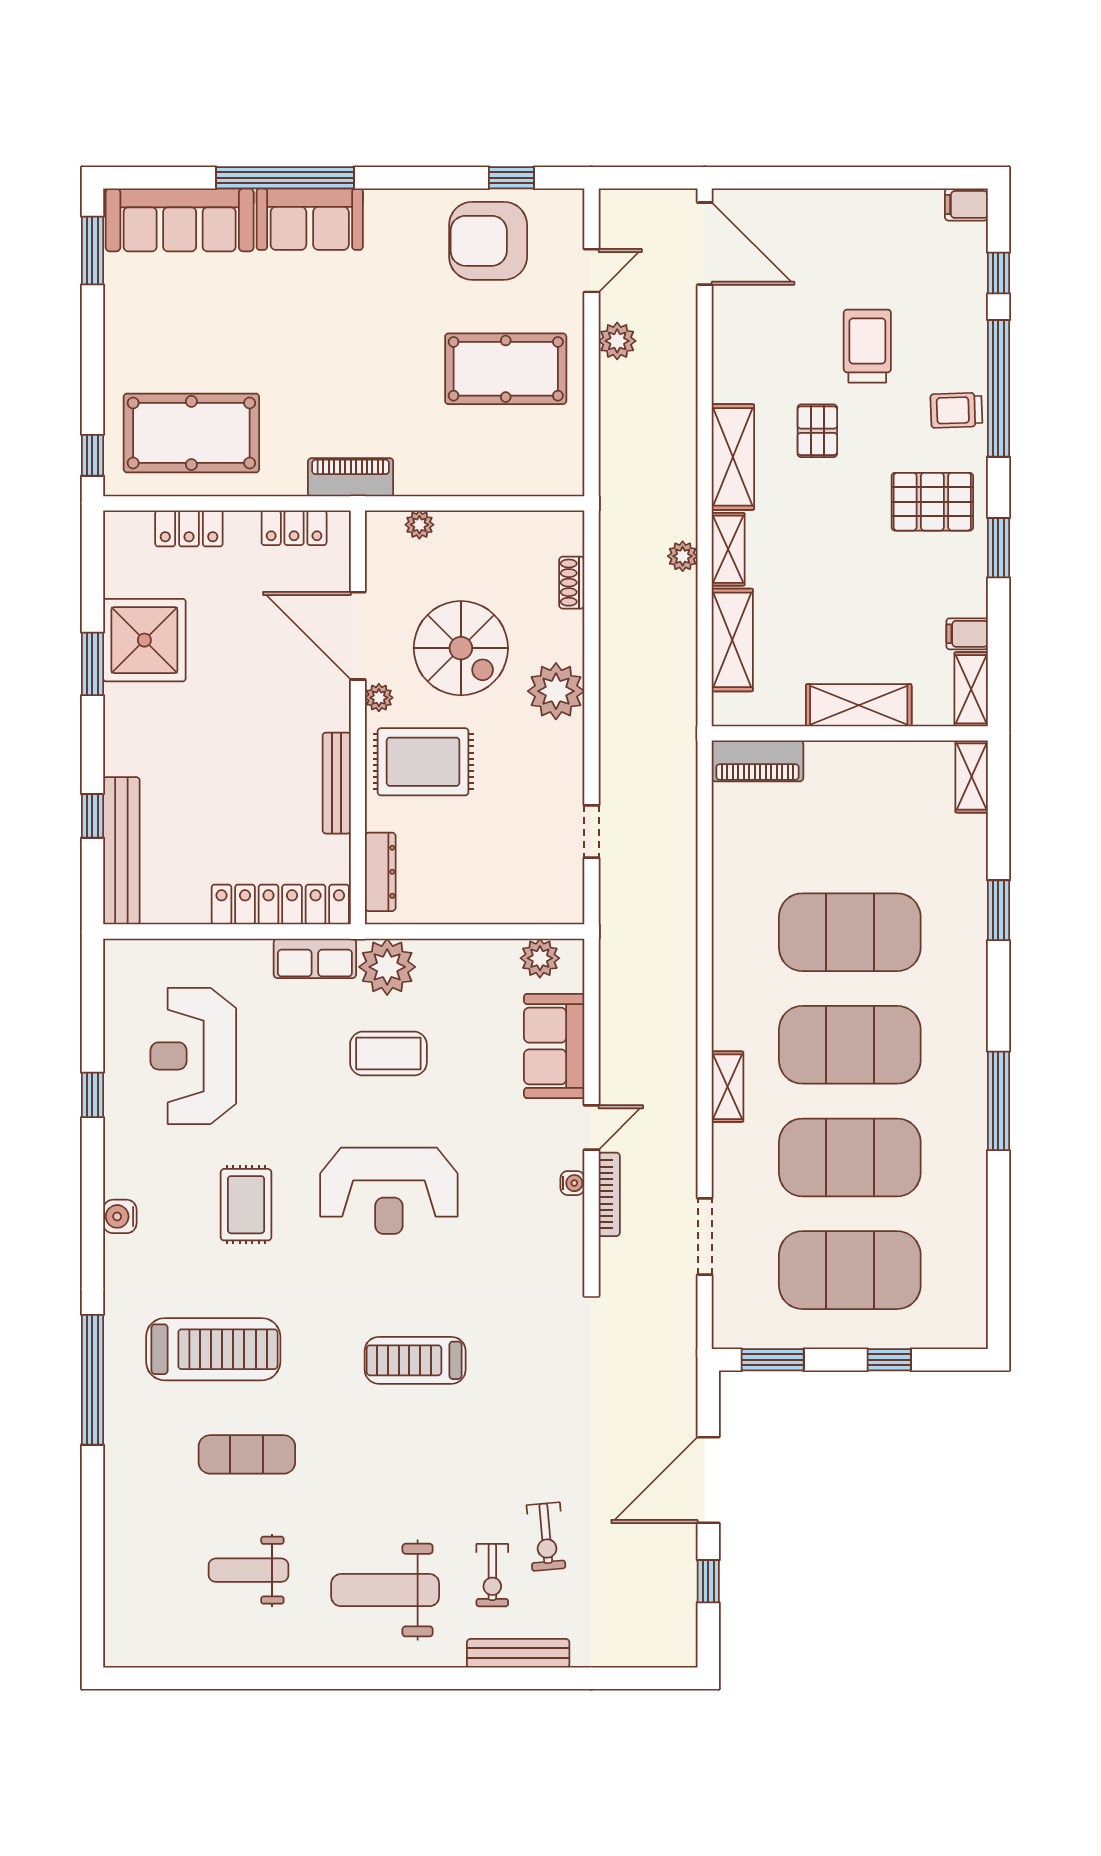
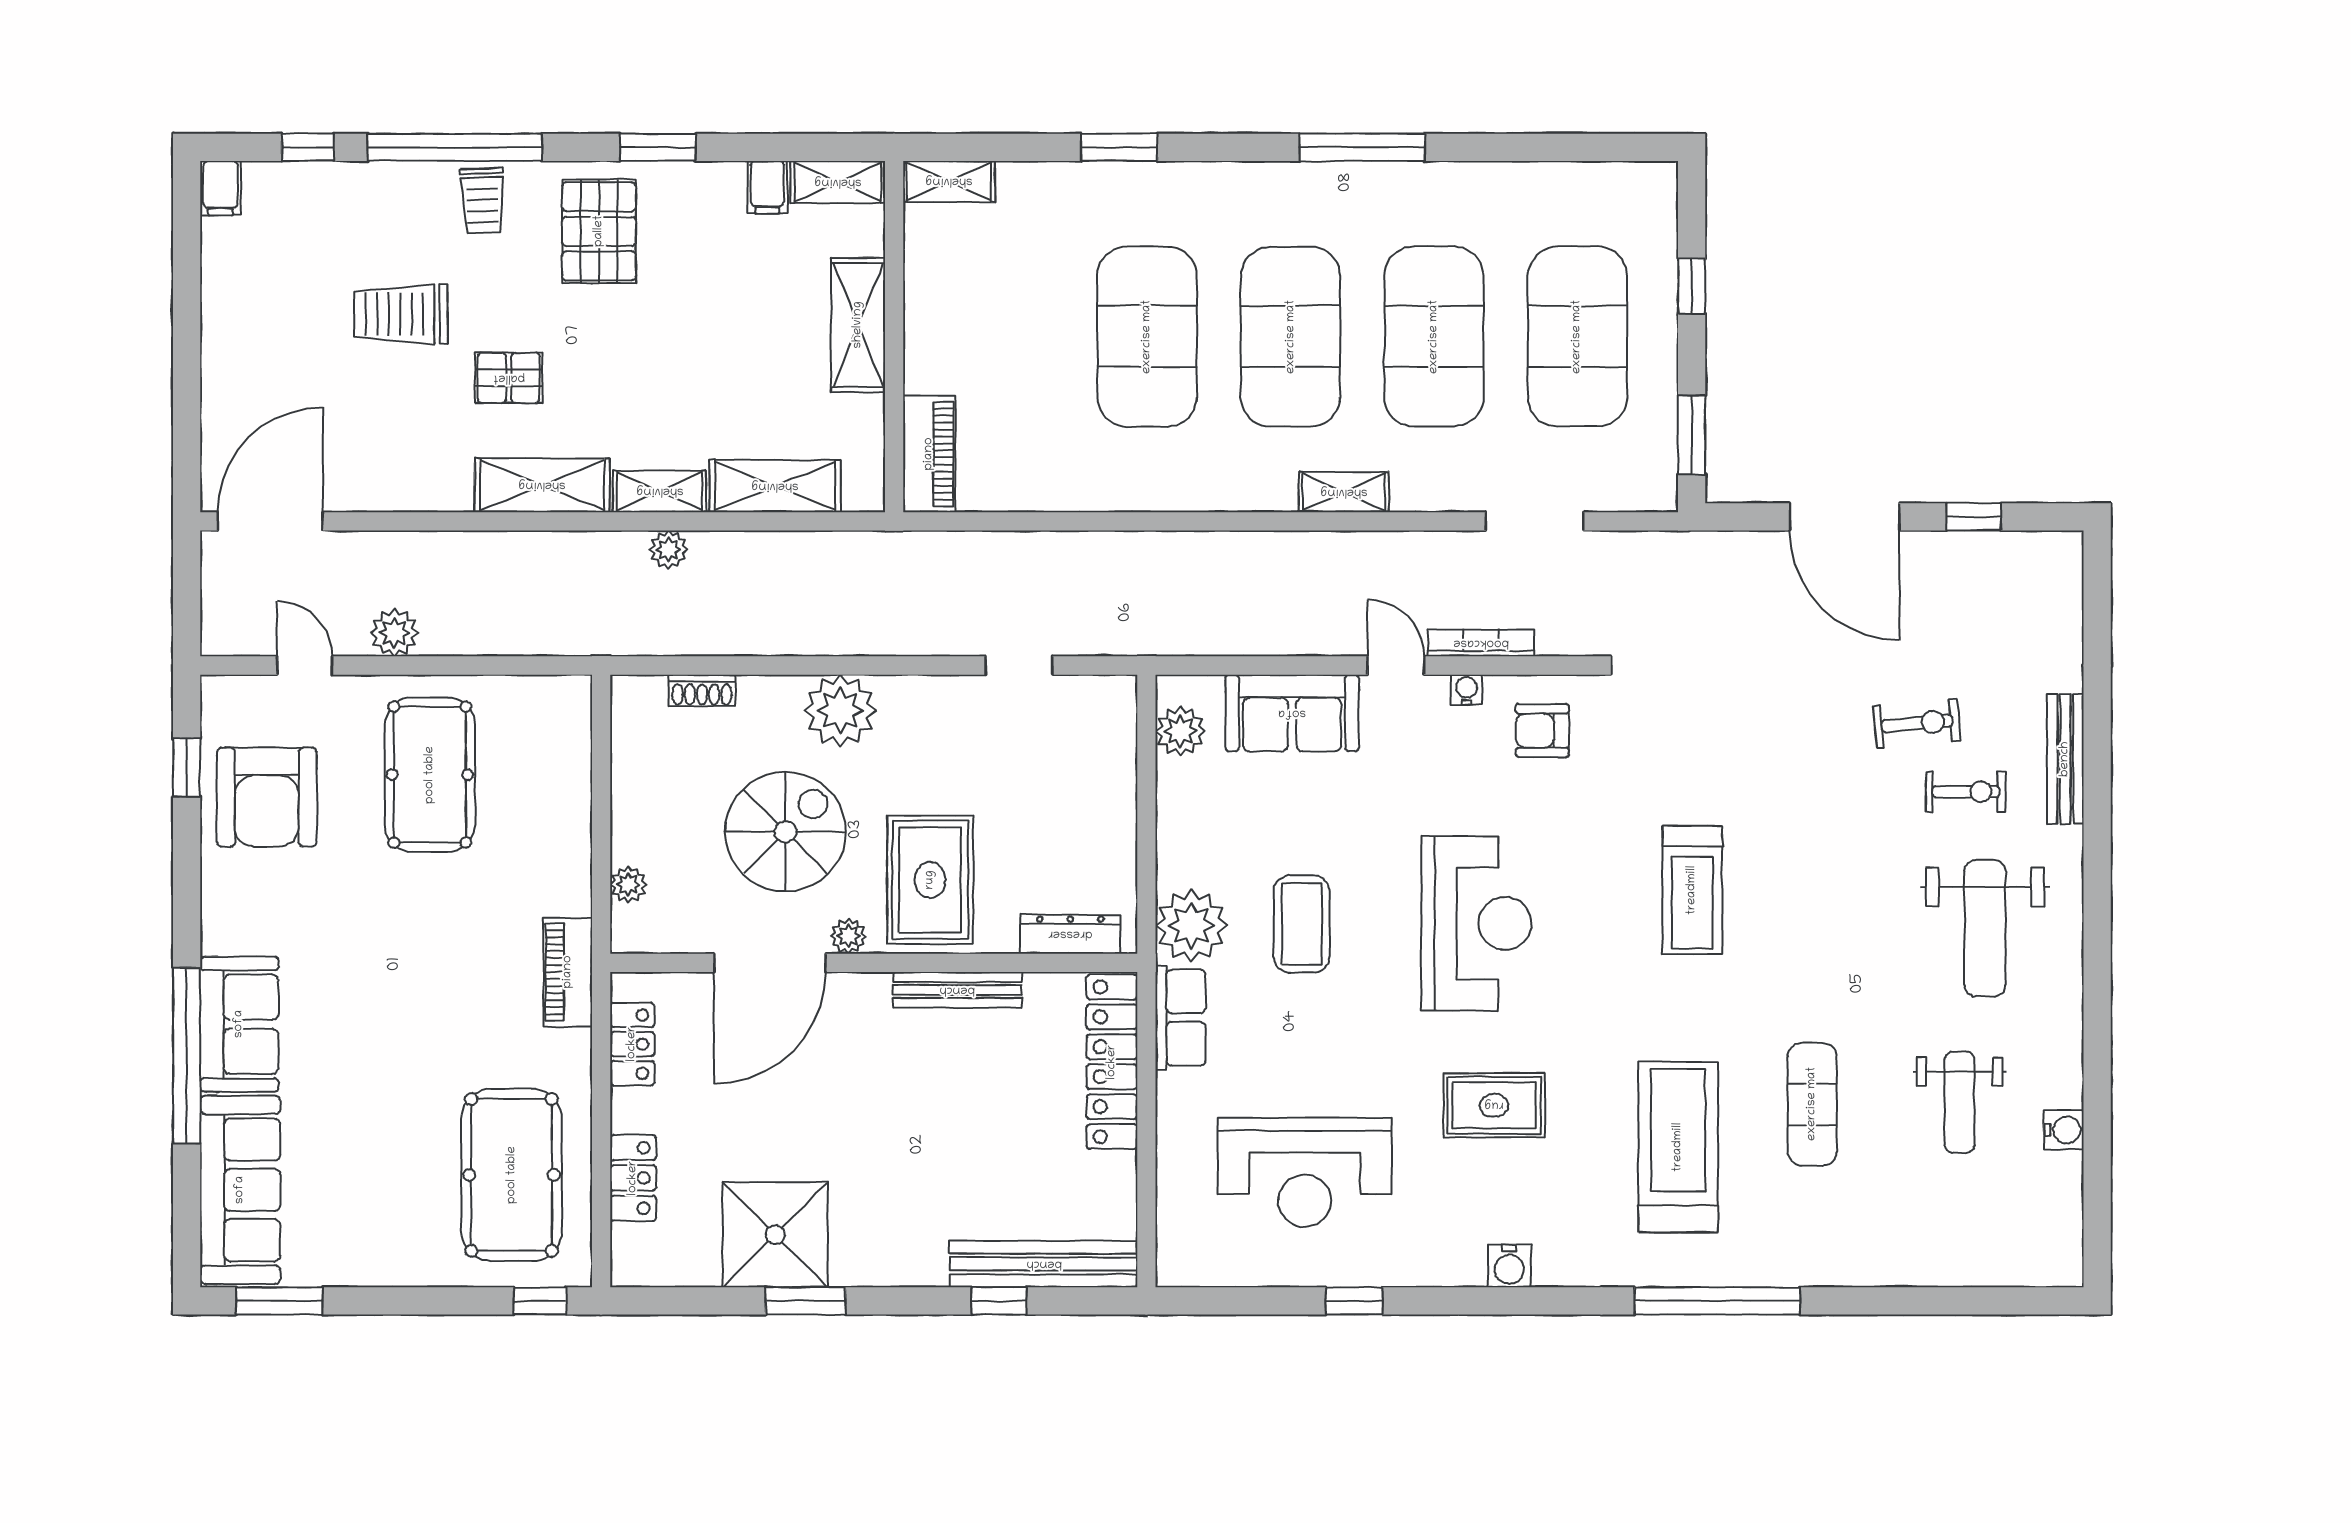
armchair: (540, 1242) -> (1542, 731), added
water cooler: (227, 1652) -> (2064, 1130), added

